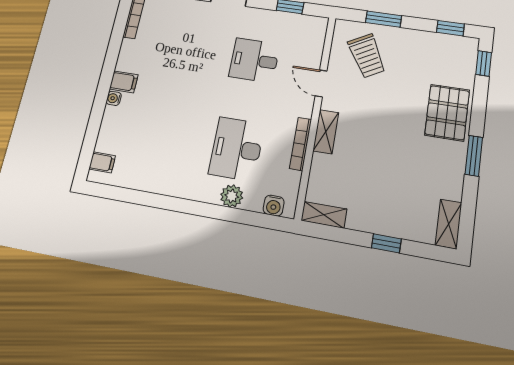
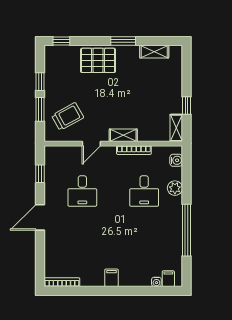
window: (450, 28) -> (40, 82), moved
water cooler: (114, 98) -> (156, 282), moved
desk: (237, 149) -> (144, 191), width x0.73
window: (165, 202) -> (186, 230), added
shelving: (449, 224) -> (154, 52), moved
window: (386, 243) -> (186, 106), moved

